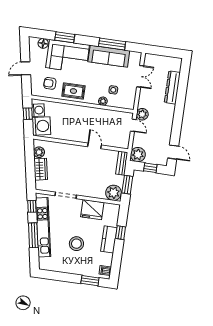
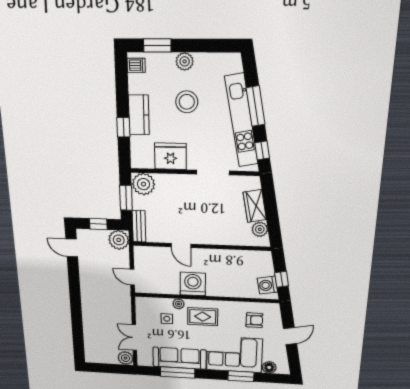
dresser: (172, 87) -> (90, 328), removed
rug: (73, 91) -> (203, 317), moved
plant: (142, 114) -> (125, 358), moved
washing machine: (41, 126) -> (193, 284), moved, turned 101
plant: (74, 269) -> (185, 61), added

